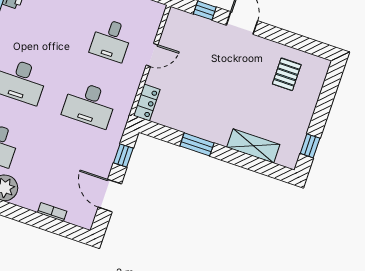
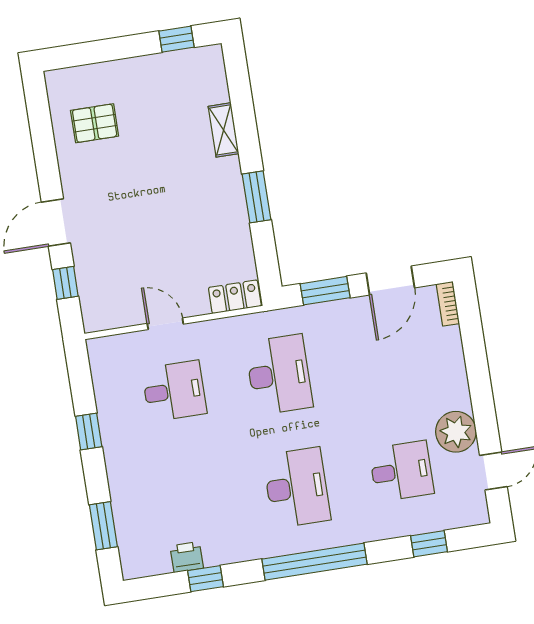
shelving: (253, 146) -> (224, 130), width x0.67, depth x0.75
window: (123, 156) -> (325, 291), width x1.50
bookcase: (52, 212) -> (448, 304), moved

